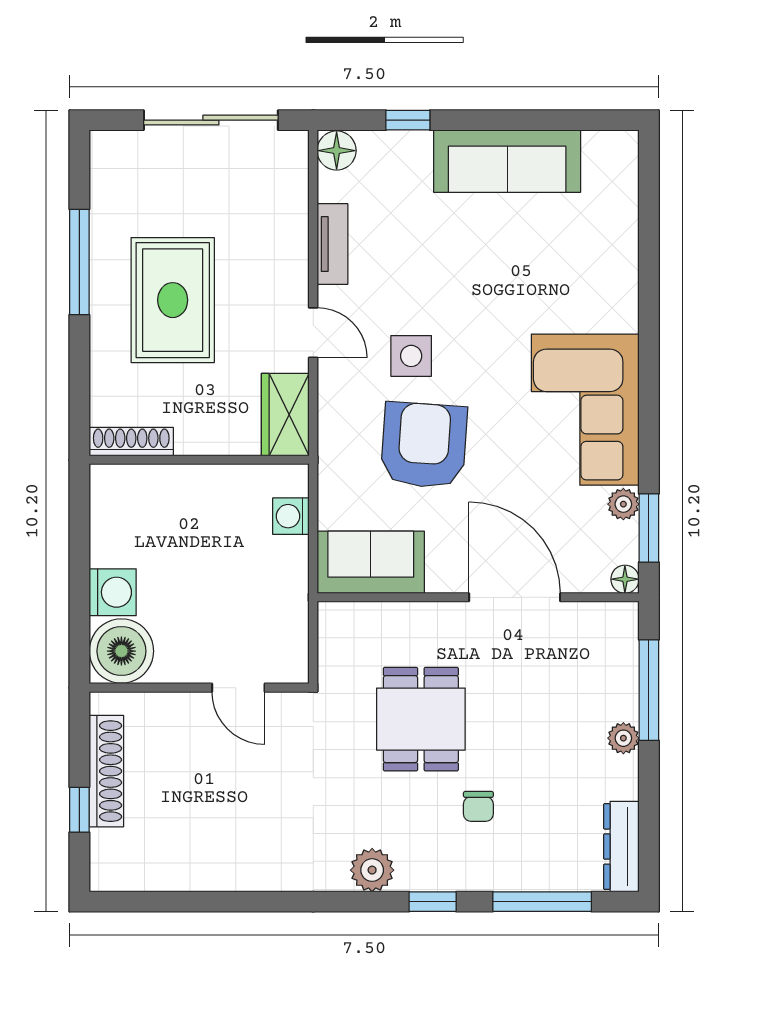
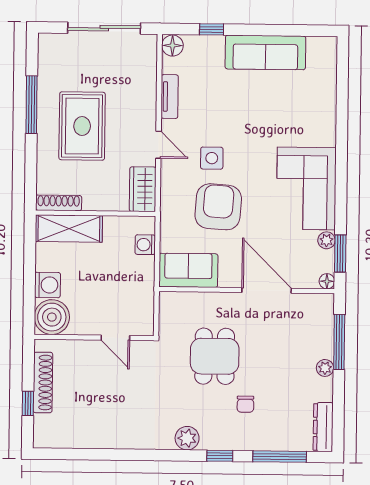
shelving: (151, 488) -> (69, 229), added

